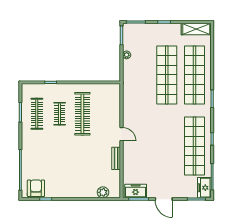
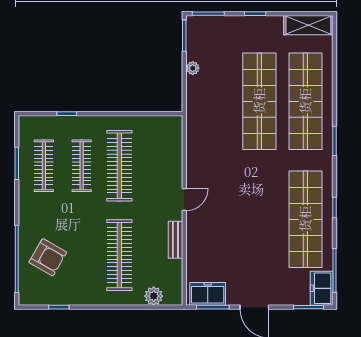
clothes rail: (60, 114) -> (82, 166), width x1.36
door: (121, 134) -> (184, 200), hinge flipped
clothes rail: (82, 168) -> (119, 255), added
armchair: (36, 188) -> (48, 257), moved, turned 120

